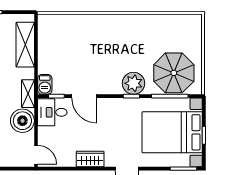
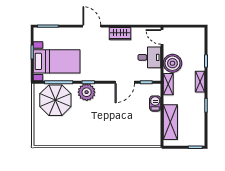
barbecue: (45, 84) -> (155, 104), moved
door: (84, 96) -> (125, 82), swing flipped
desk: (52, 112) -> (149, 57), moved
bed with nightstands: (172, 132) -> (57, 61), width x0.73

